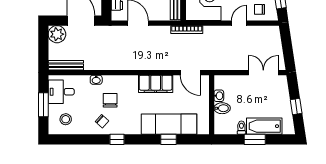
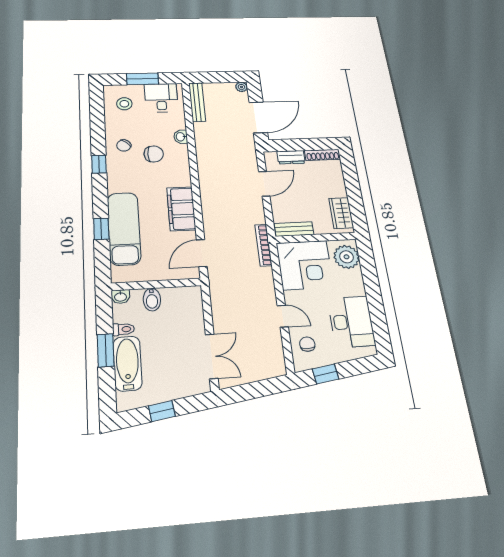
plant: (57, 34) -> (241, 87), width x0.53, depth x0.53
washbasin: (219, 96) -> (121, 297), moved

